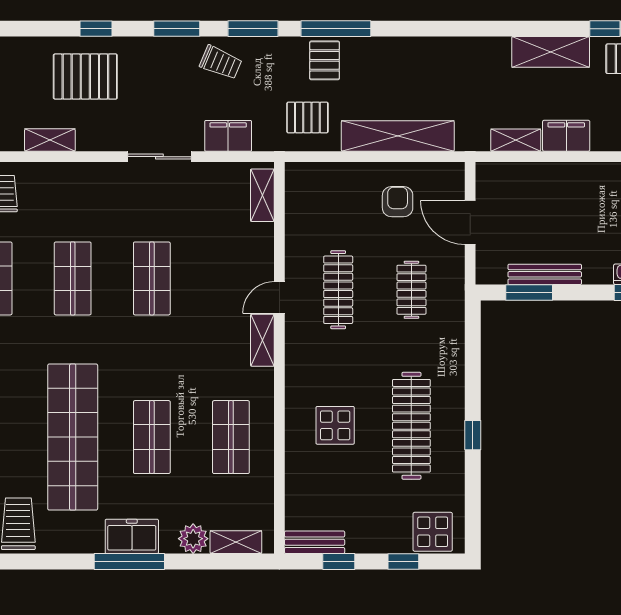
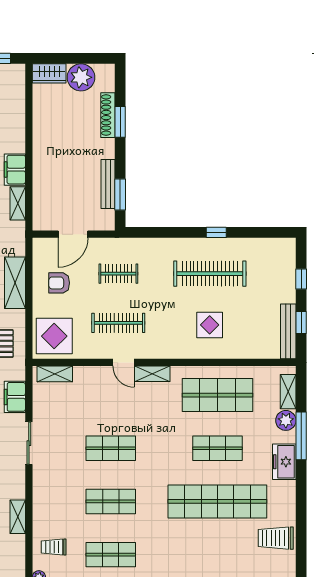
shelving: (398, 136) -> (15, 283), width x0.68
shop shelf: (231, 437) -> (217, 395), width x1.43, depth x1.36
display table: (433, 532) -> (54, 336), moved, width x1.36, depth x1.36
bench: (315, 542) -> (288, 331), width x1.36
window: (129, 562) -> (301, 436), moved

